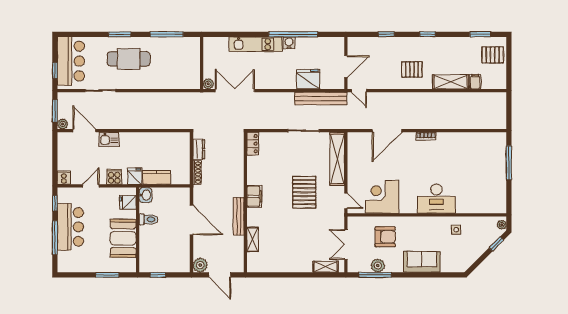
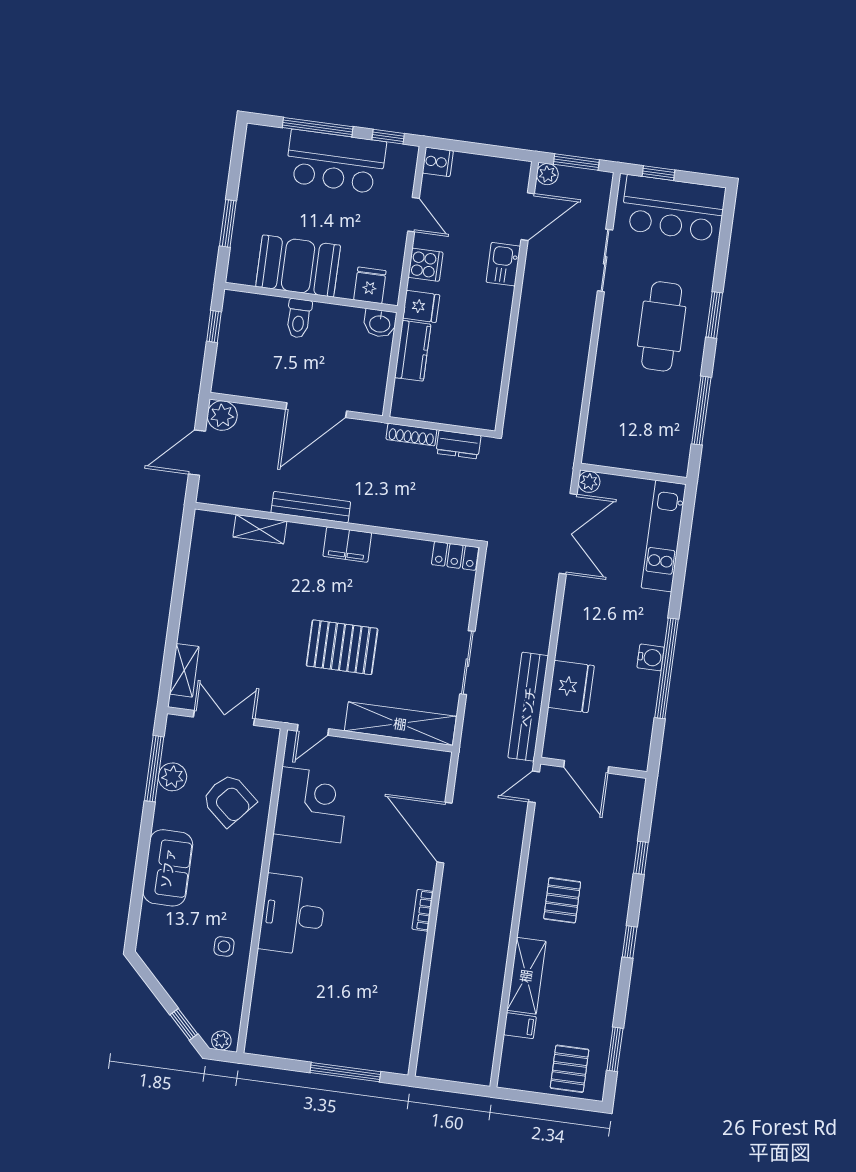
kitchen unit: (256, 44) -> (664, 536), moved
toilet: (148, 219) -> (299, 318), moved
armchair: (385, 237) -> (229, 800), turned -49

